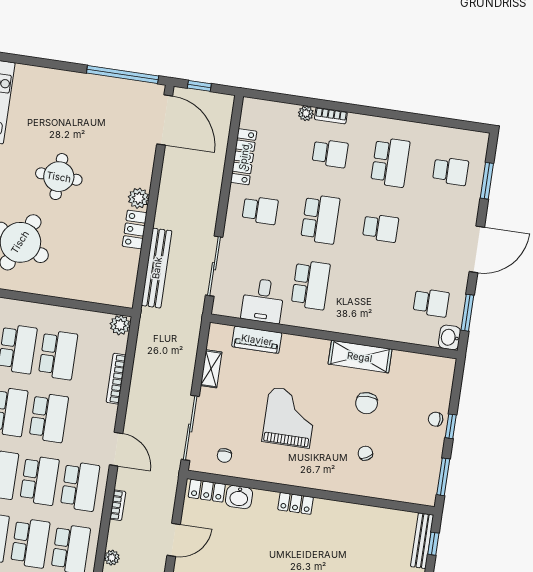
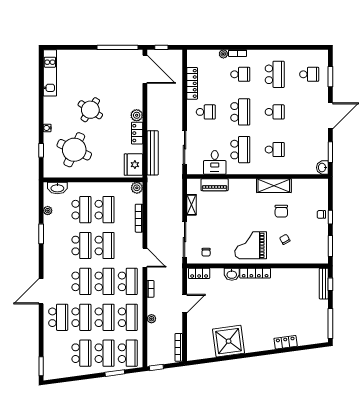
round table: (59, 177) -> (90, 110), turned 31
fridge: (120, 284) -> (133, 165), added
school desk: (431, 303) -> (275, 150), moved
grand piano: (289, 418) -> (251, 245), moved, turned -90
washbasin: (239, 497) -> (232, 274), moved
locker: (296, 503) -> (255, 273), width x1.53

